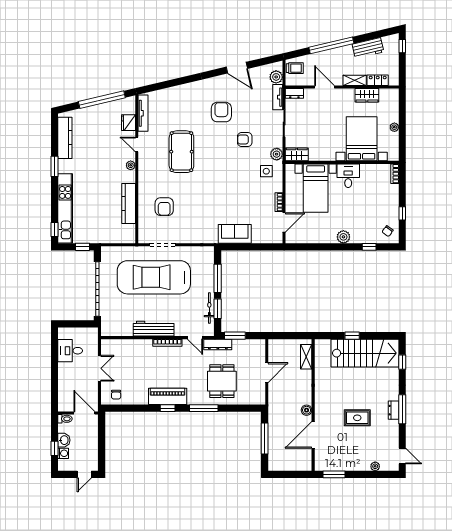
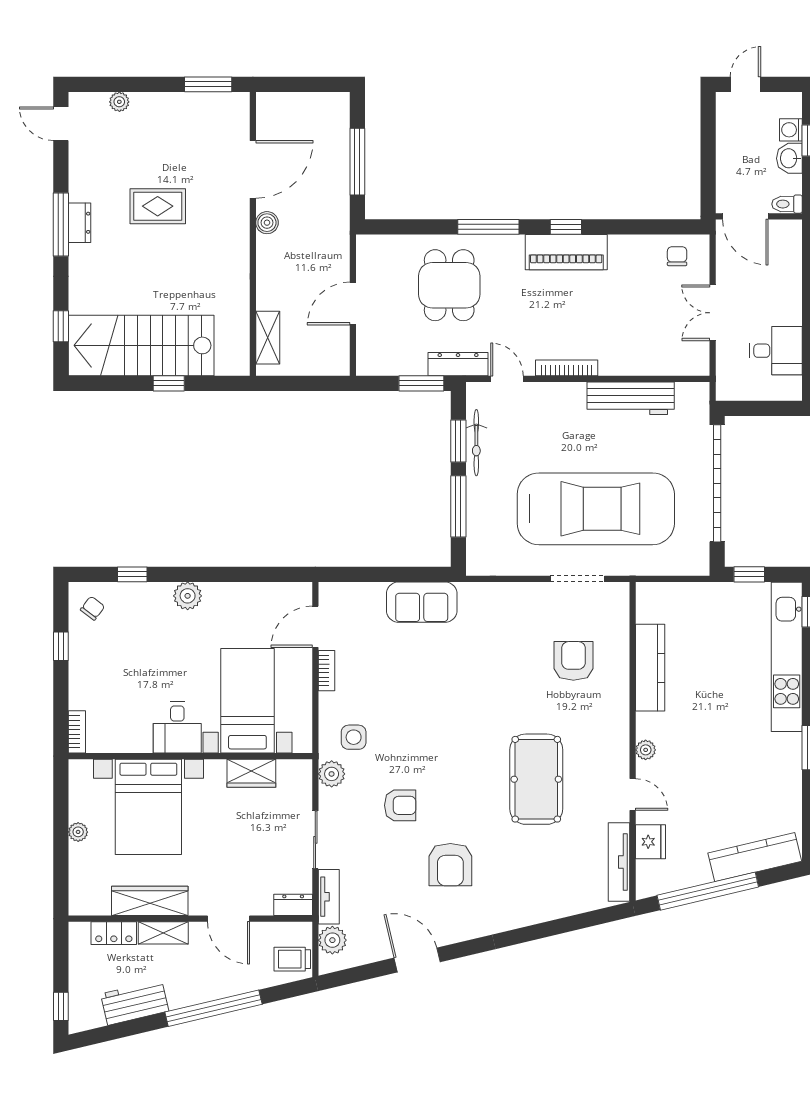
wardrobe: (367, 95) -> (150, 901), width x1.50
kitchen counter: (65, 138) -> (755, 857), moved, turned 77
wardrobe: (297, 154) -> (251, 773), moved
workbench: (154, 329) -> (631, 398), moved

